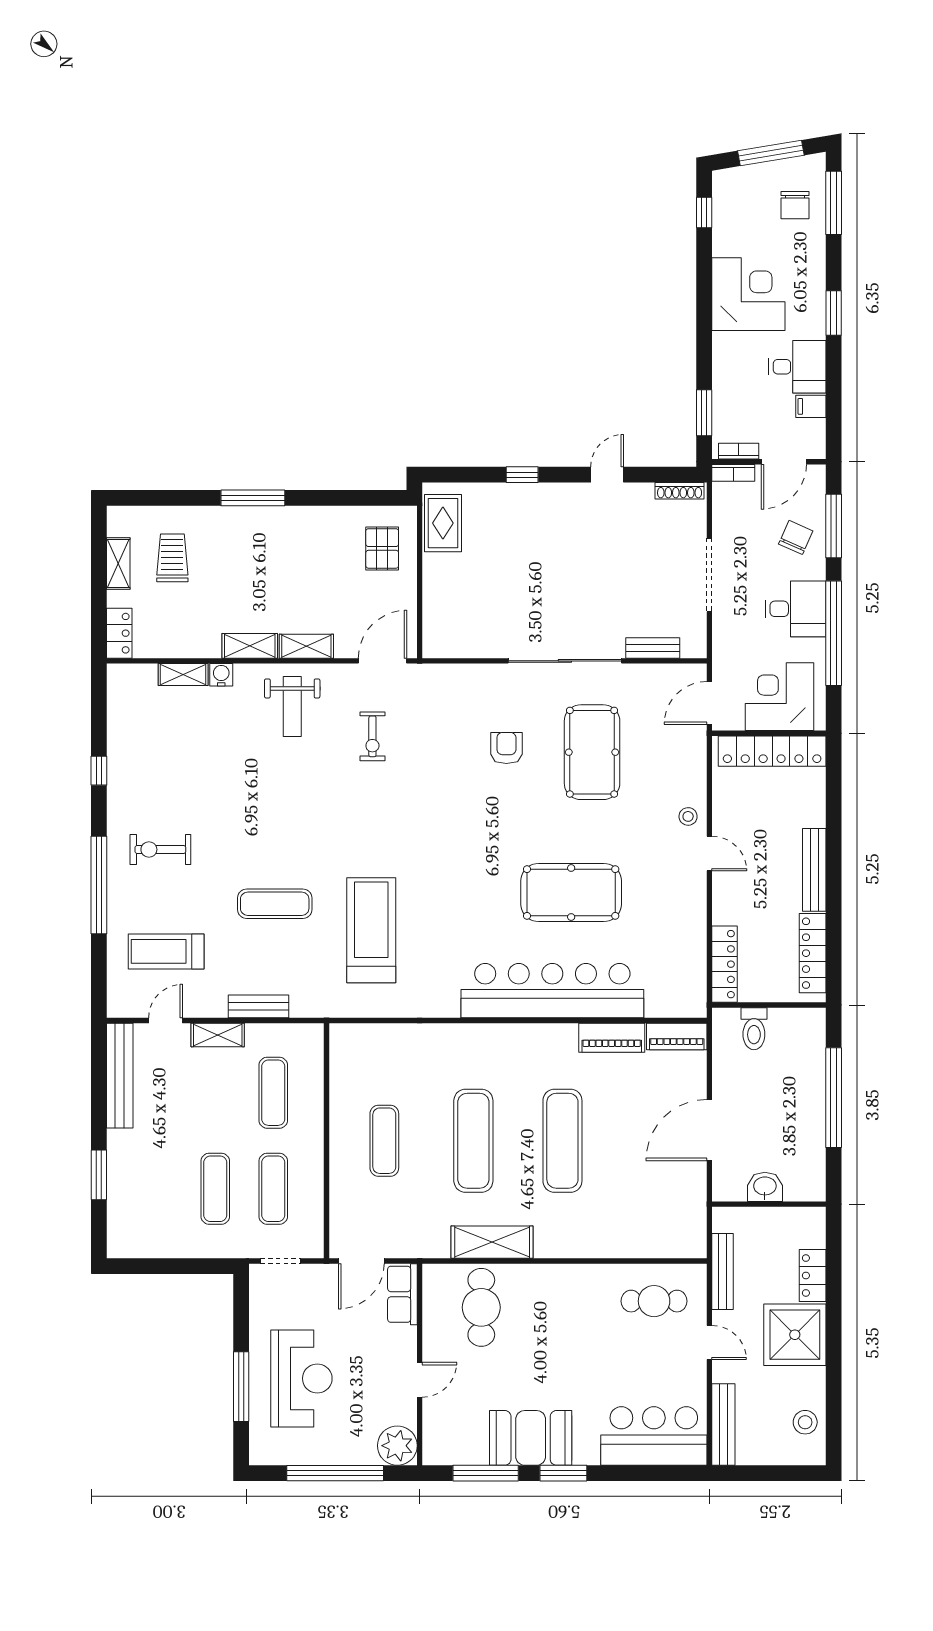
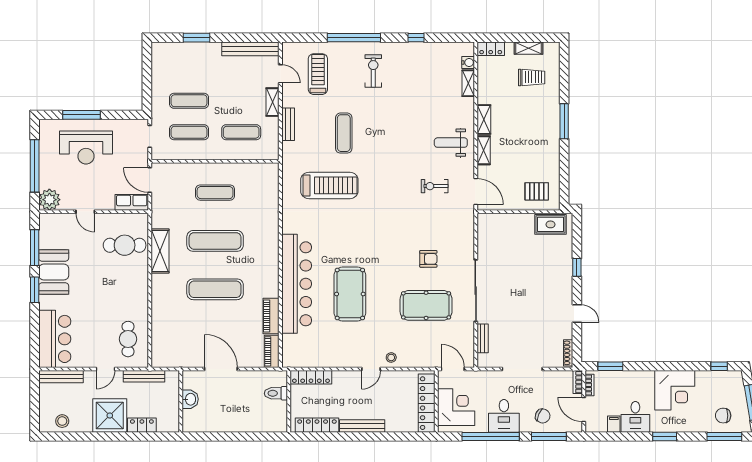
water cooler: (221, 675) -> (468, 63), moved
window: (834, 1098) -> (238, 436), removed

